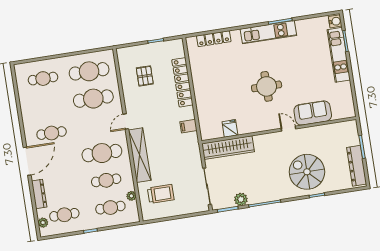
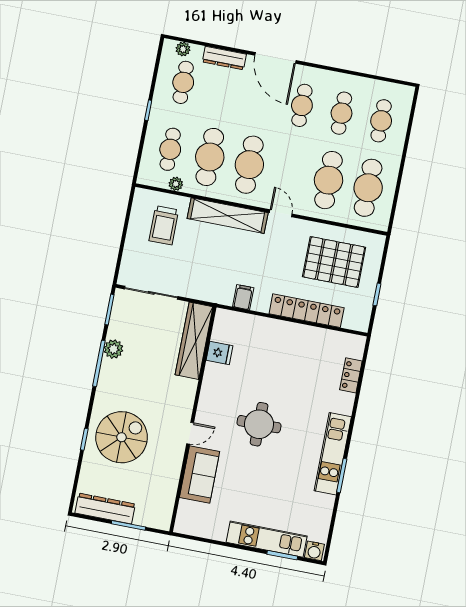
locker: (214, 39) -> (351, 375), width x0.66
pallet: (145, 76) -> (334, 262), width x2.05, depth x2.00
cafe table: (47, 106) -> (342, 113), added
cafe table: (106, 180) -> (210, 157), width x1.37, depth x1.35
plant: (241, 199) -> (113, 349), moved

